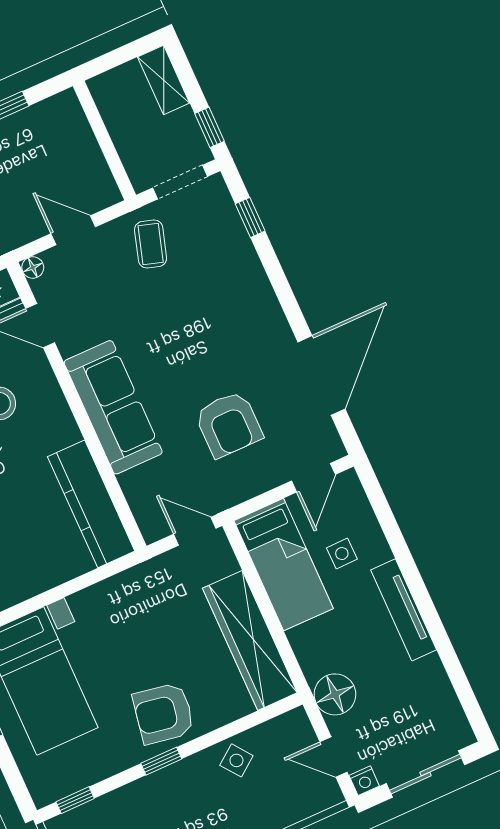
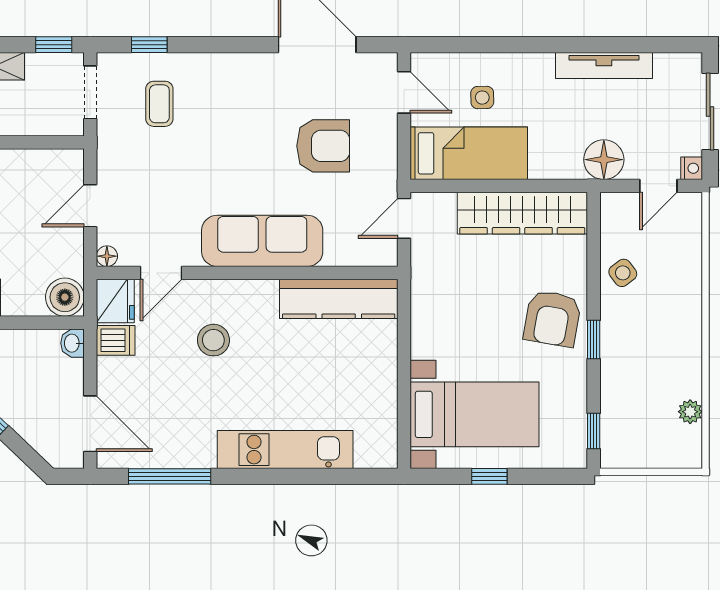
coffee table: (151, 244) -> (159, 104), moved, turned 73
tv unit: (404, 610) -> (604, 65), moved

